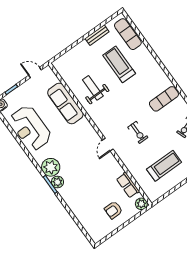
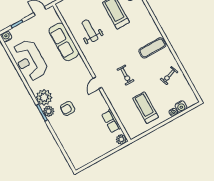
treadmill: (164, 166) -> (146, 108), turned -90
armchair: (113, 210) -> (68, 108), moved

